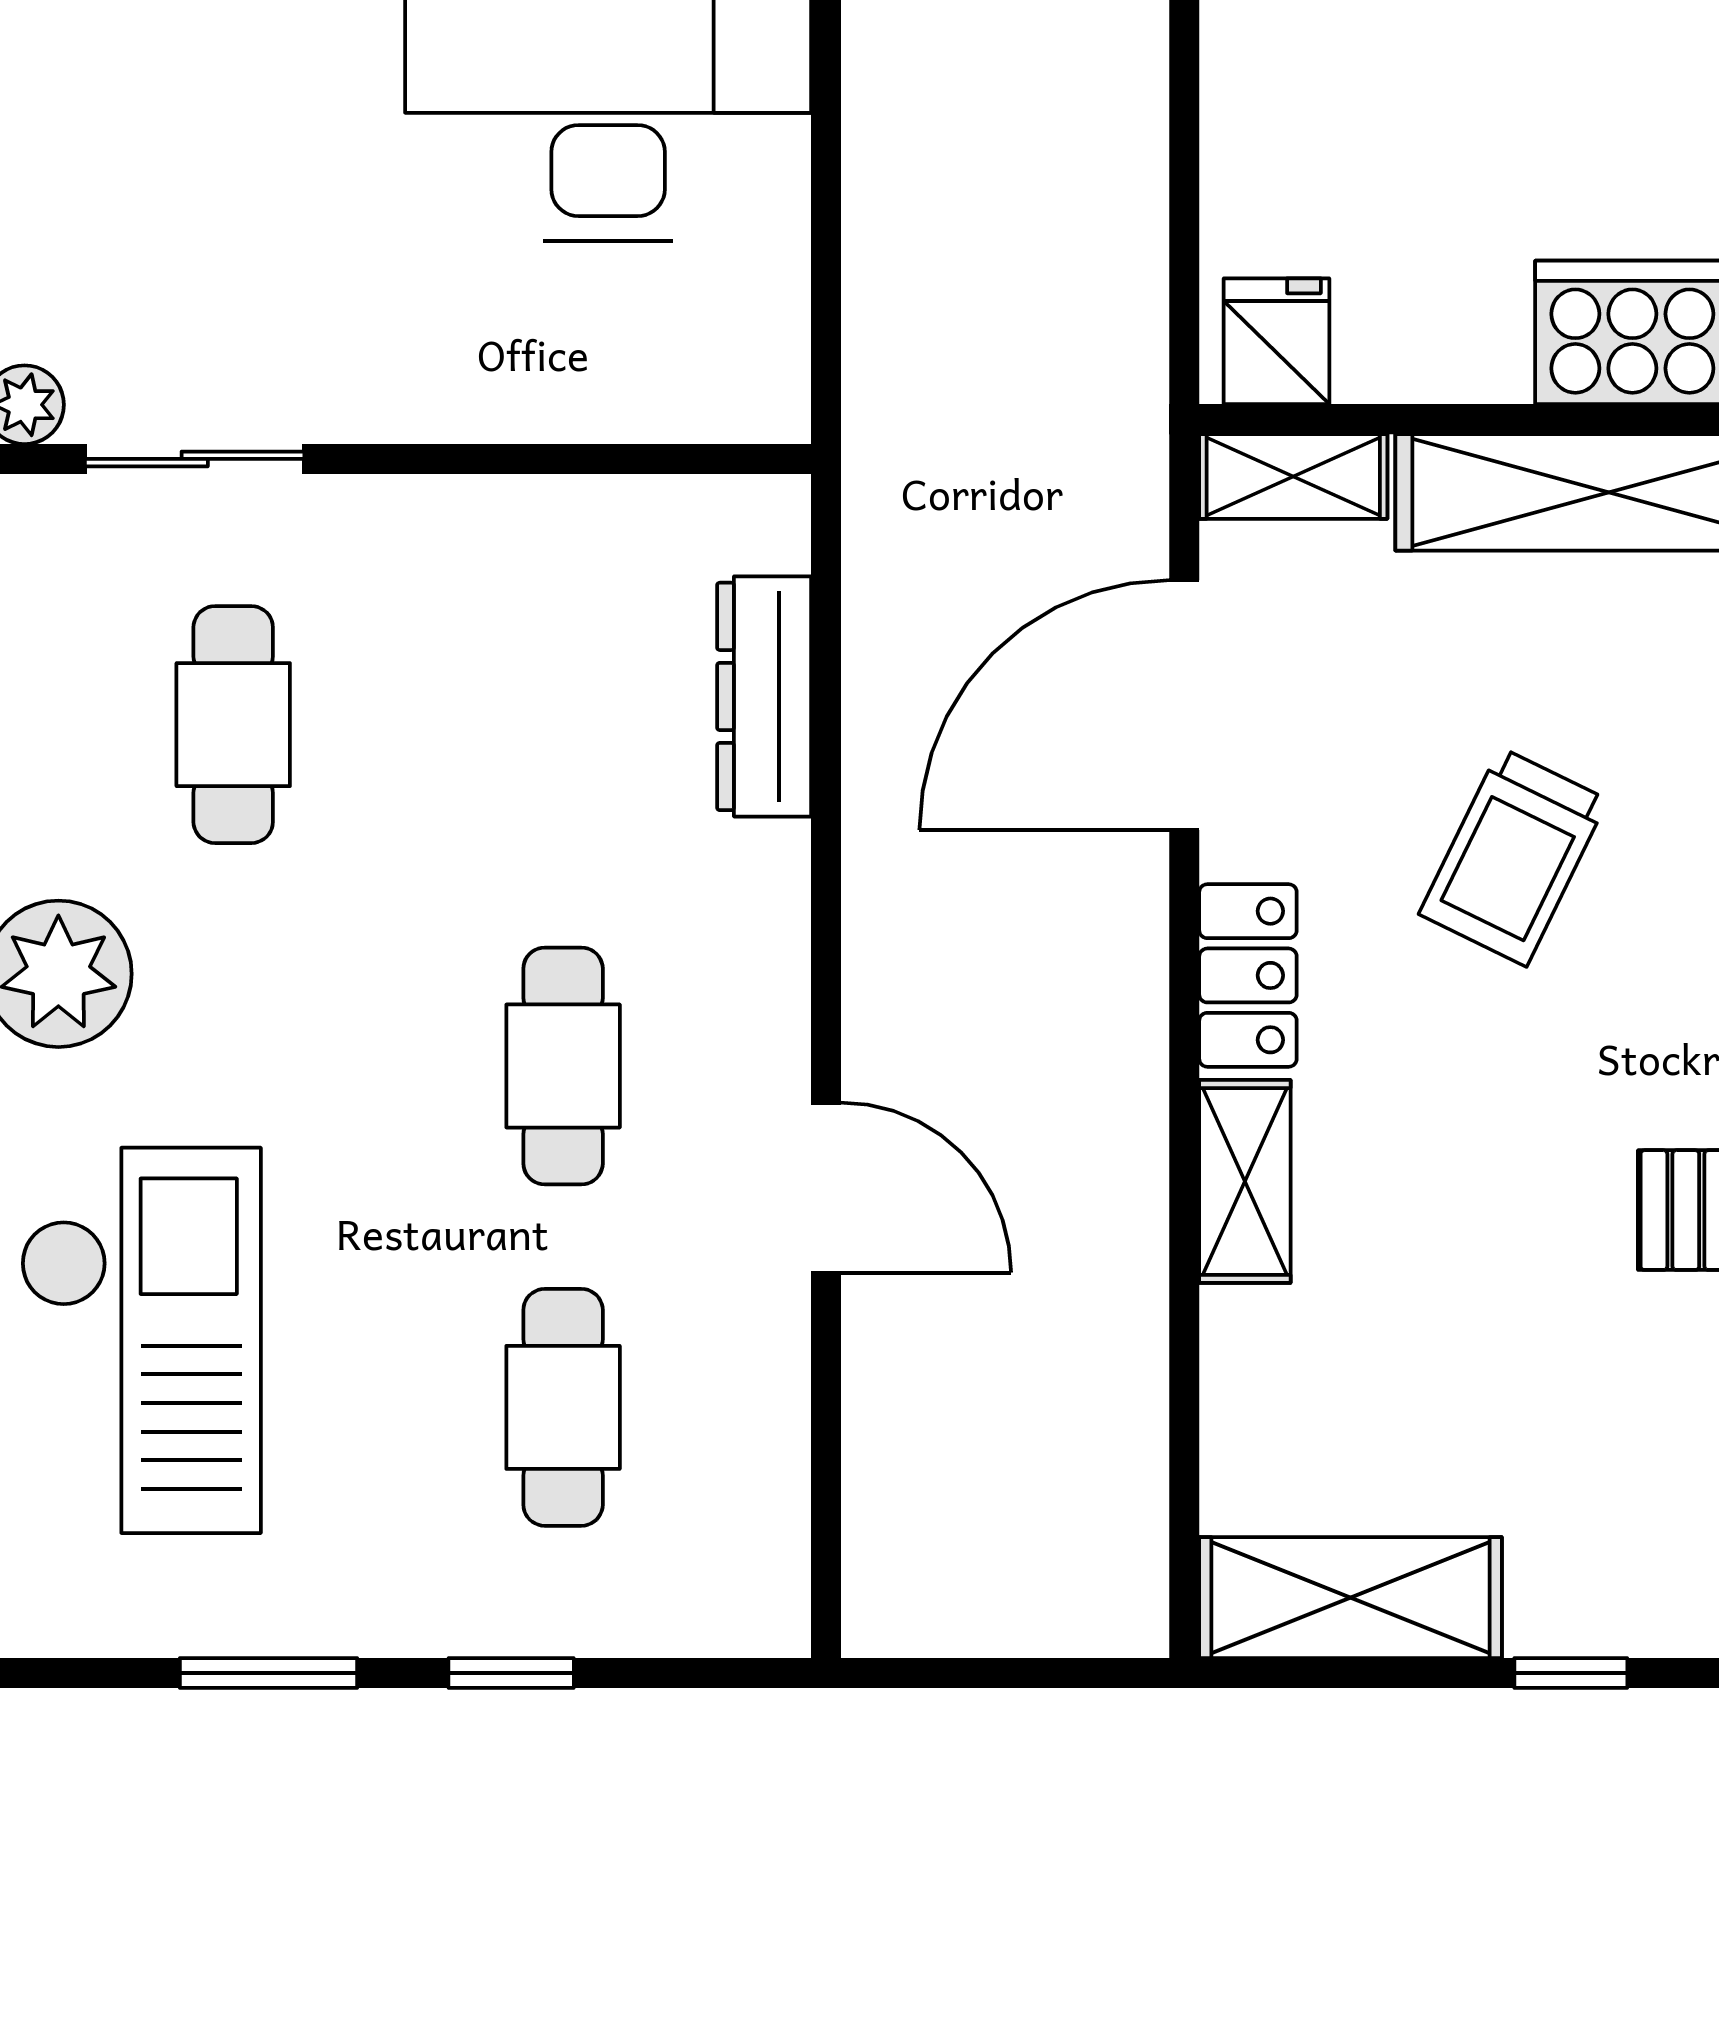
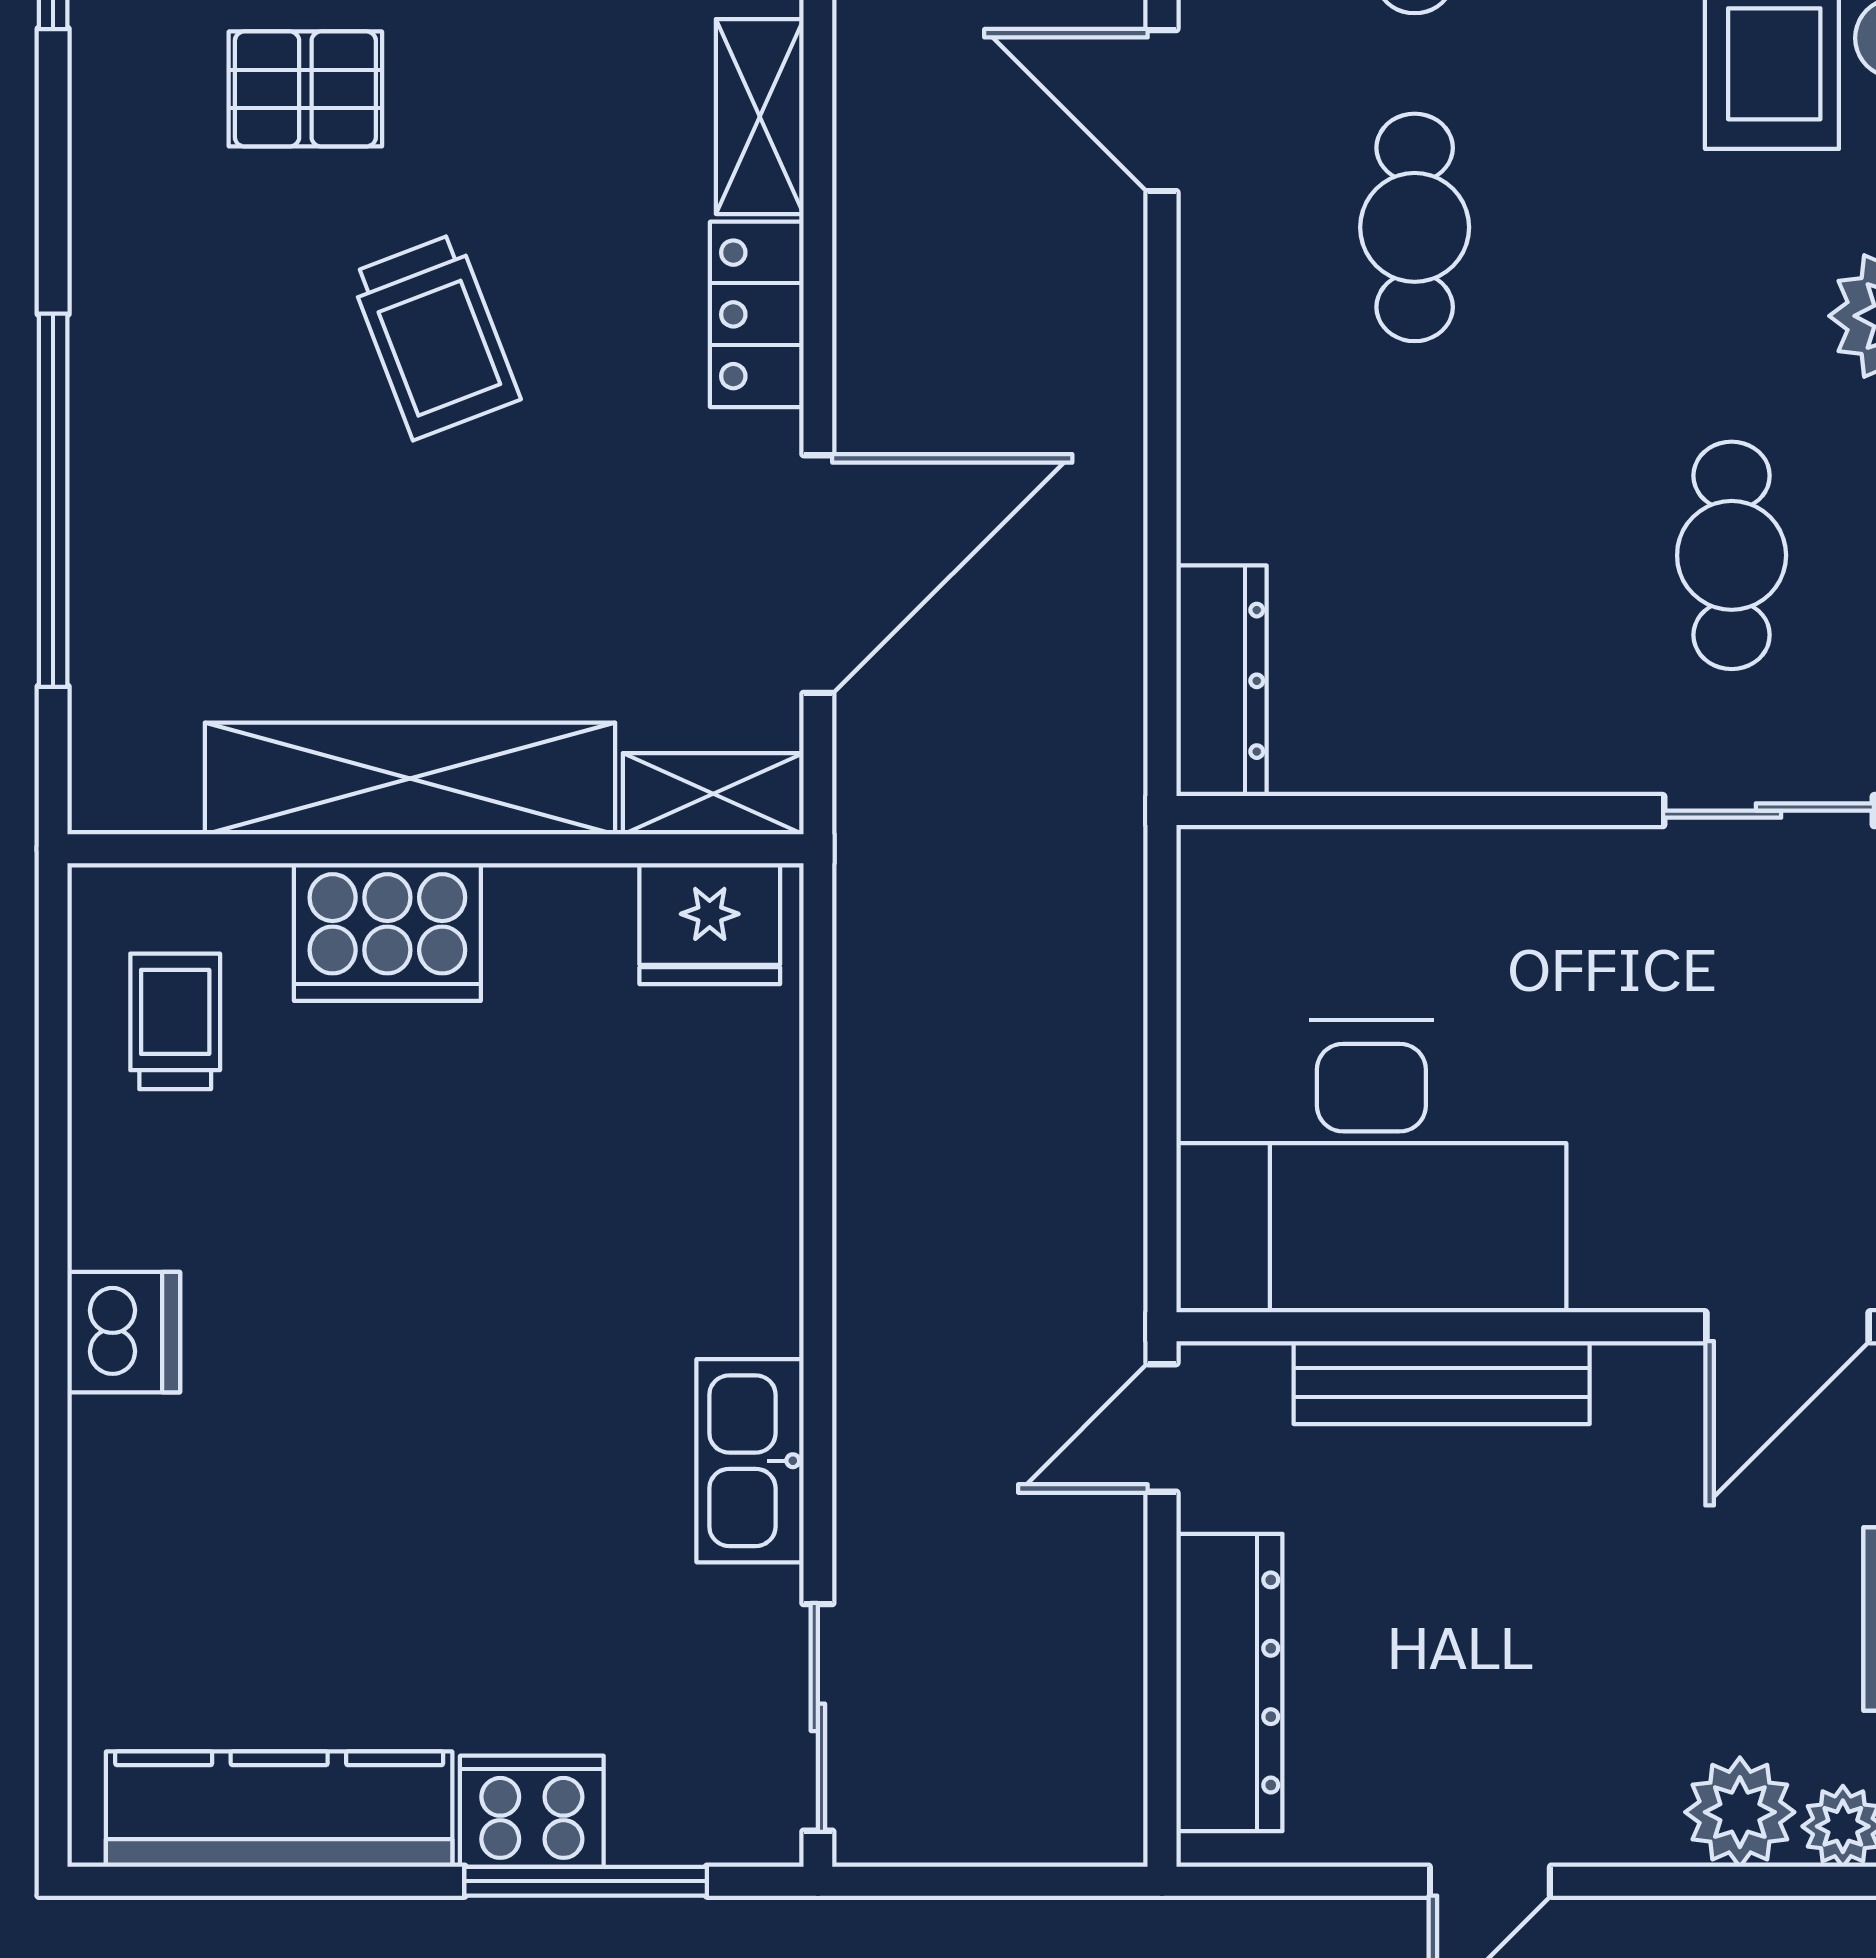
fridge: (1276, 341) -> (710, 924), width x1.38
dresser: (764, 696) -> (1222, 681), moved
trolley: (1513, 857) -> (435, 336), moved, turned 133

